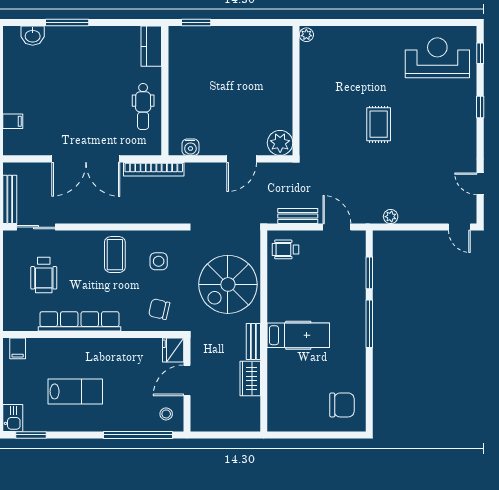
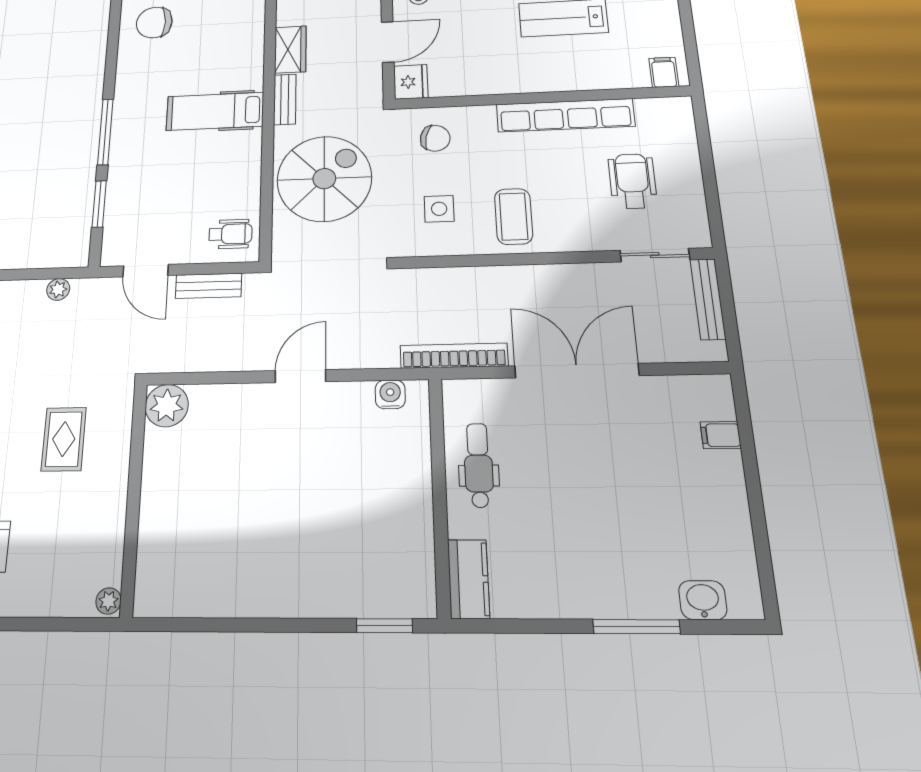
plant: (306, 35) -> (108, 601), moved
wall: (296, 91) -> (134, 497), moved
plant: (280, 143) -> (167, 406), moved

